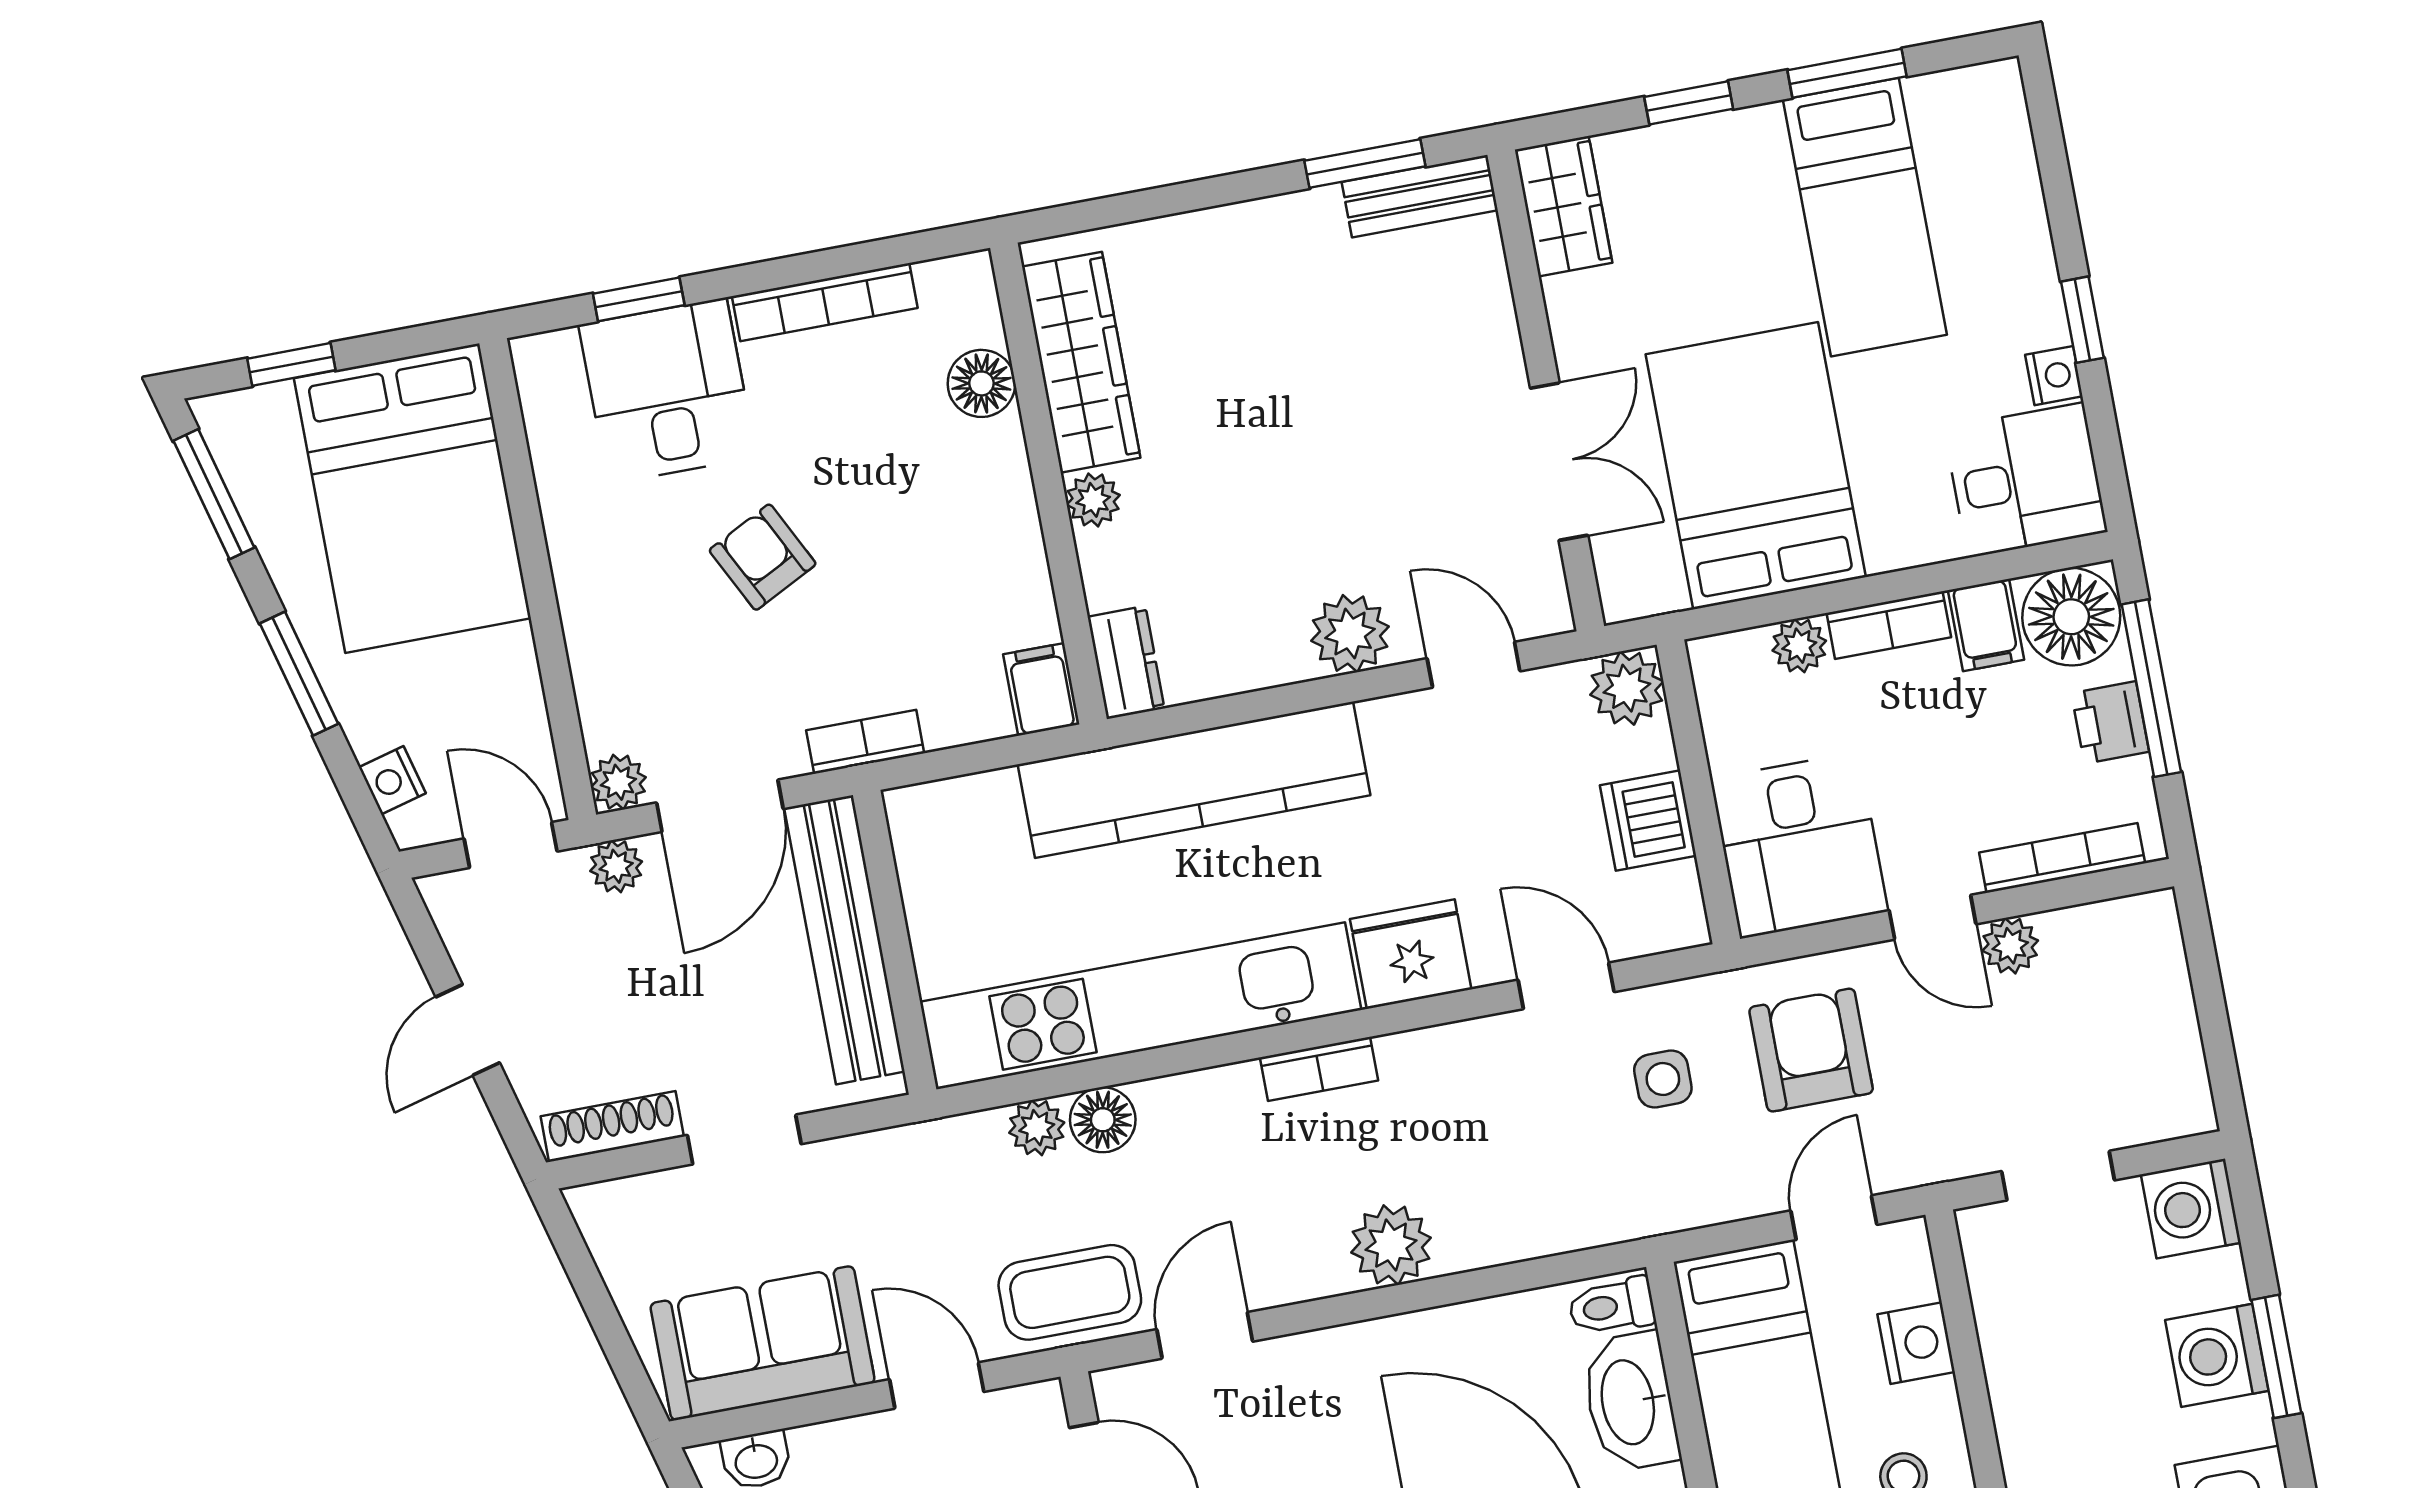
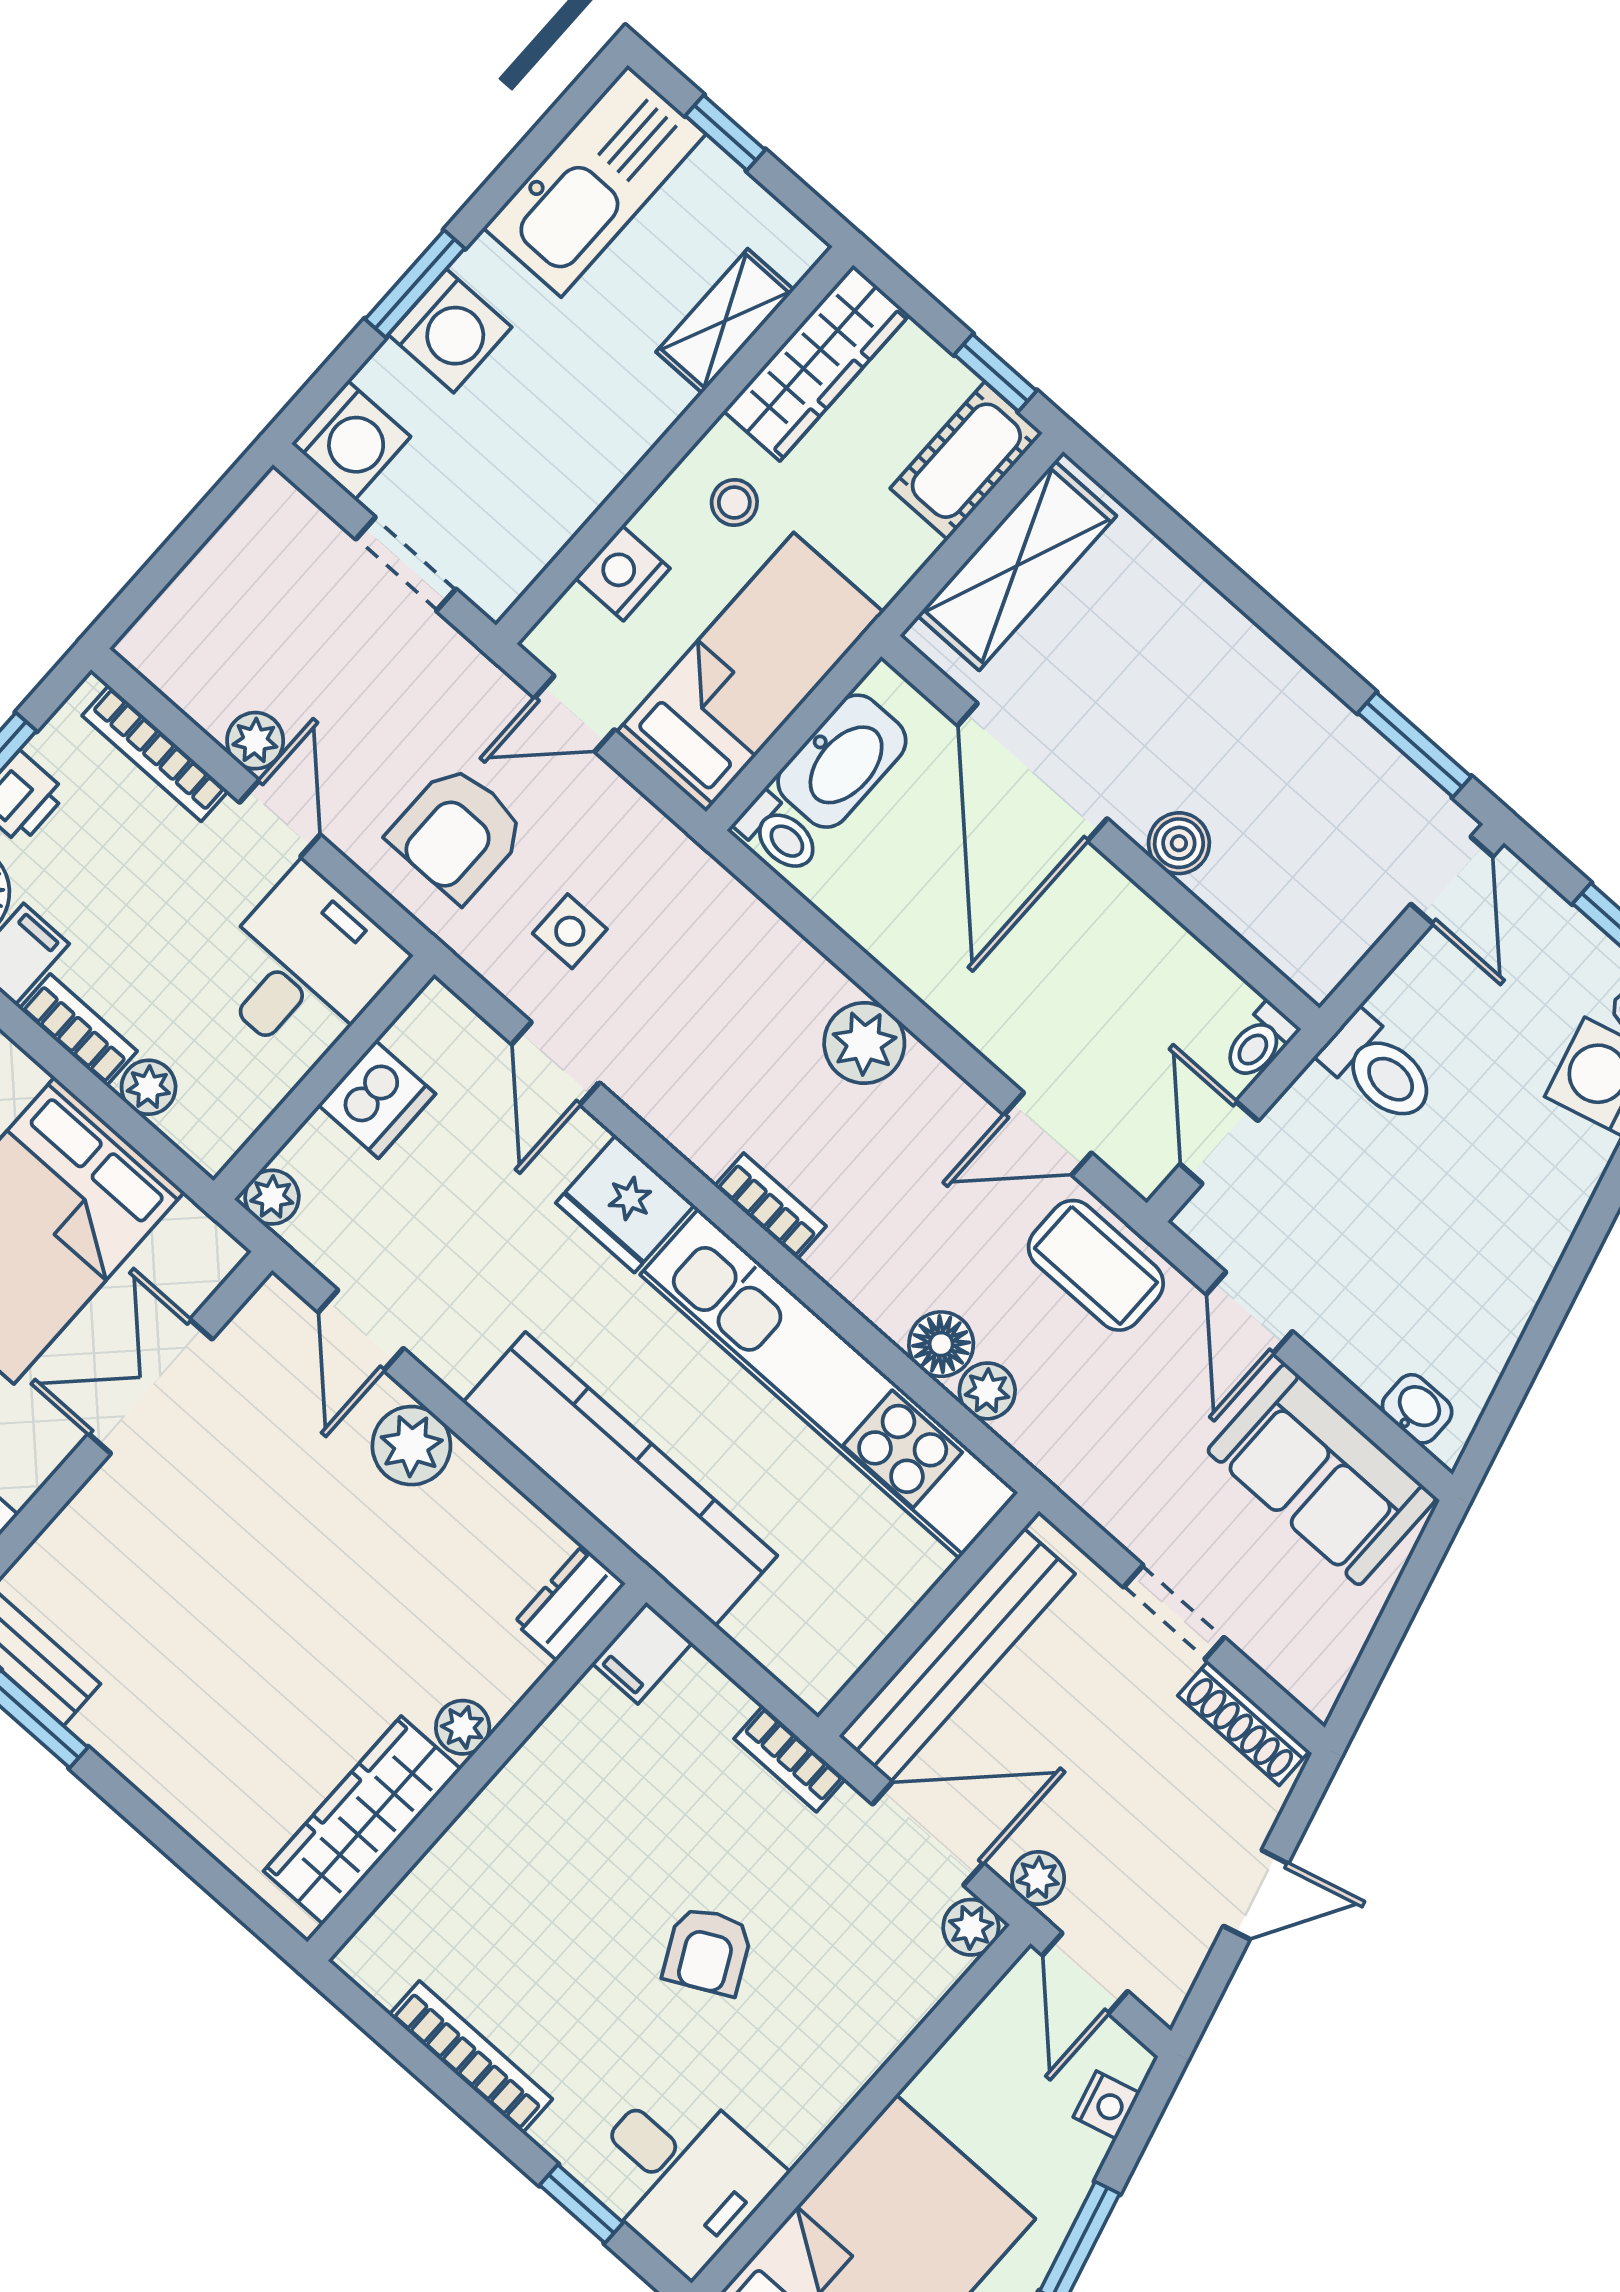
floor lamp: (981, 383) -> (439, 1885), removed
desk: (667, 391) -> (681, 2174), moved, turned -90
plant: (1627, 688) -> (272, 1197), width x0.73, depth x0.73

